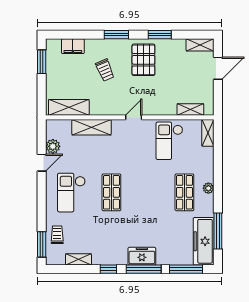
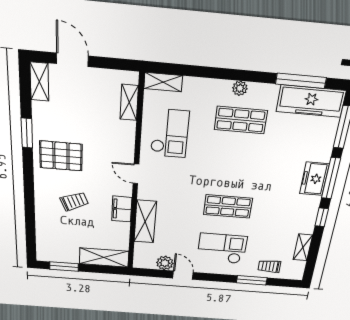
window: (116, 35) -> (29, 185), removed
filing cabinet: (73, 46) -> (122, 209), moved, turned 180
shelving: (69, 107) -> (104, 258), moved, turned 90
checkout: (169, 141) -> (170, 133), turned -90
checkout: (71, 193) -> (222, 249), turned 180
window: (42, 244) -> (252, 280), moved

